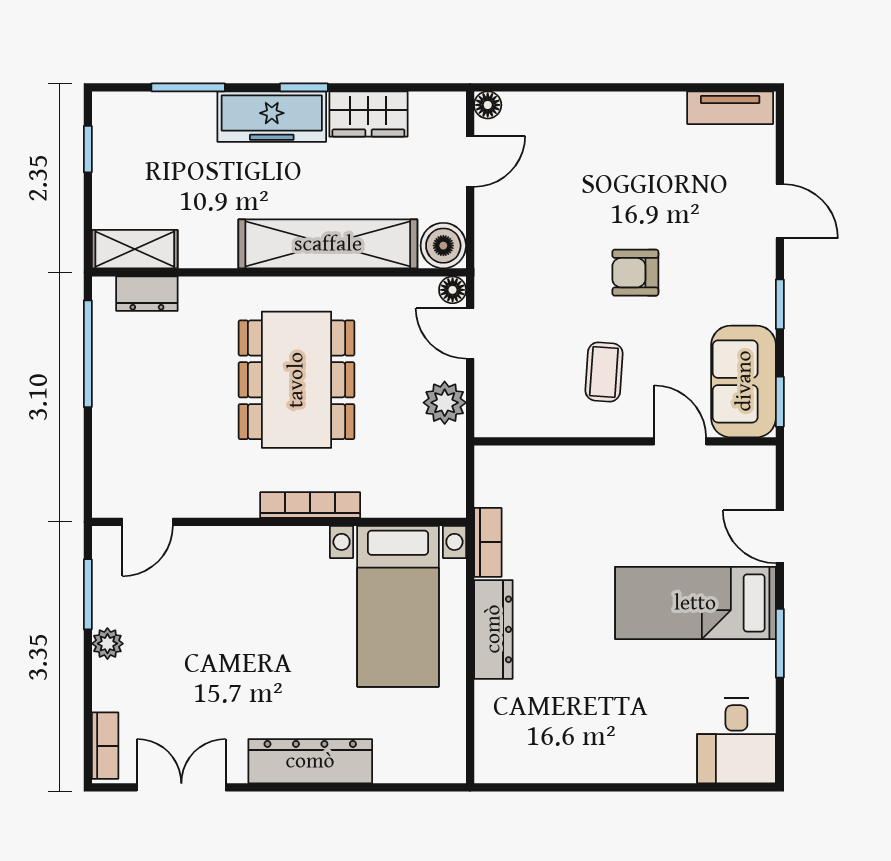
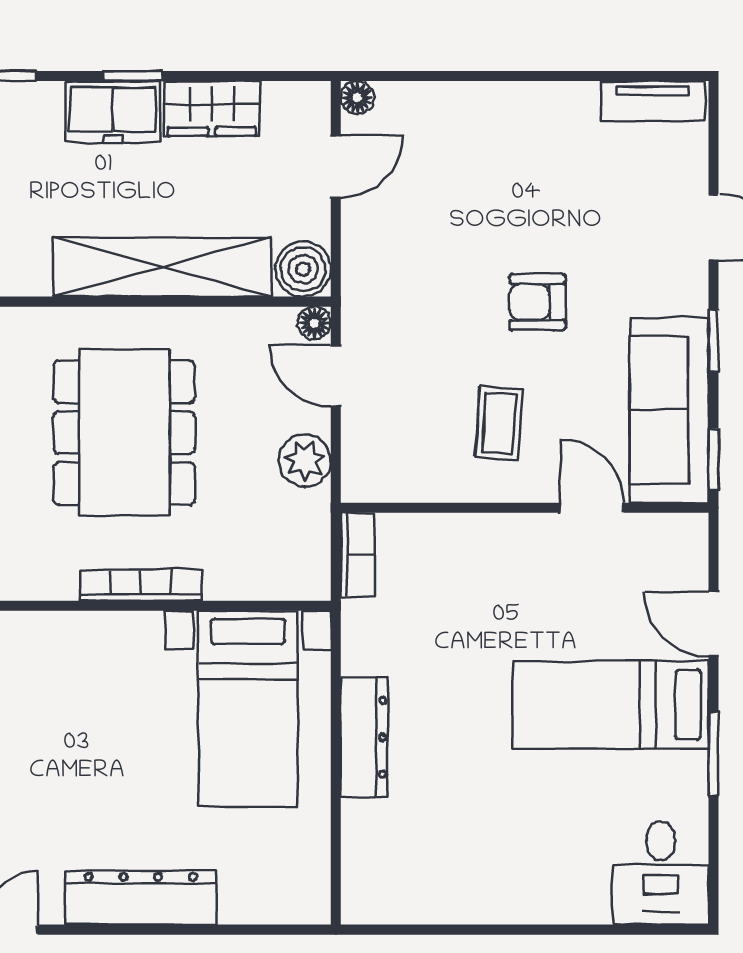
freezer: (272, 117) -> (113, 112), width x0.71
sofa: (744, 381) -> (669, 410), width x1.36
bookcase: (488, 542) -> (358, 555), moved

